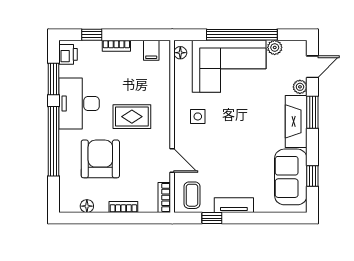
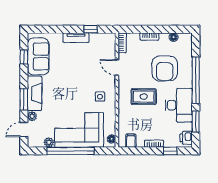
coffee table: (192, 195) -> (104, 44), removed

